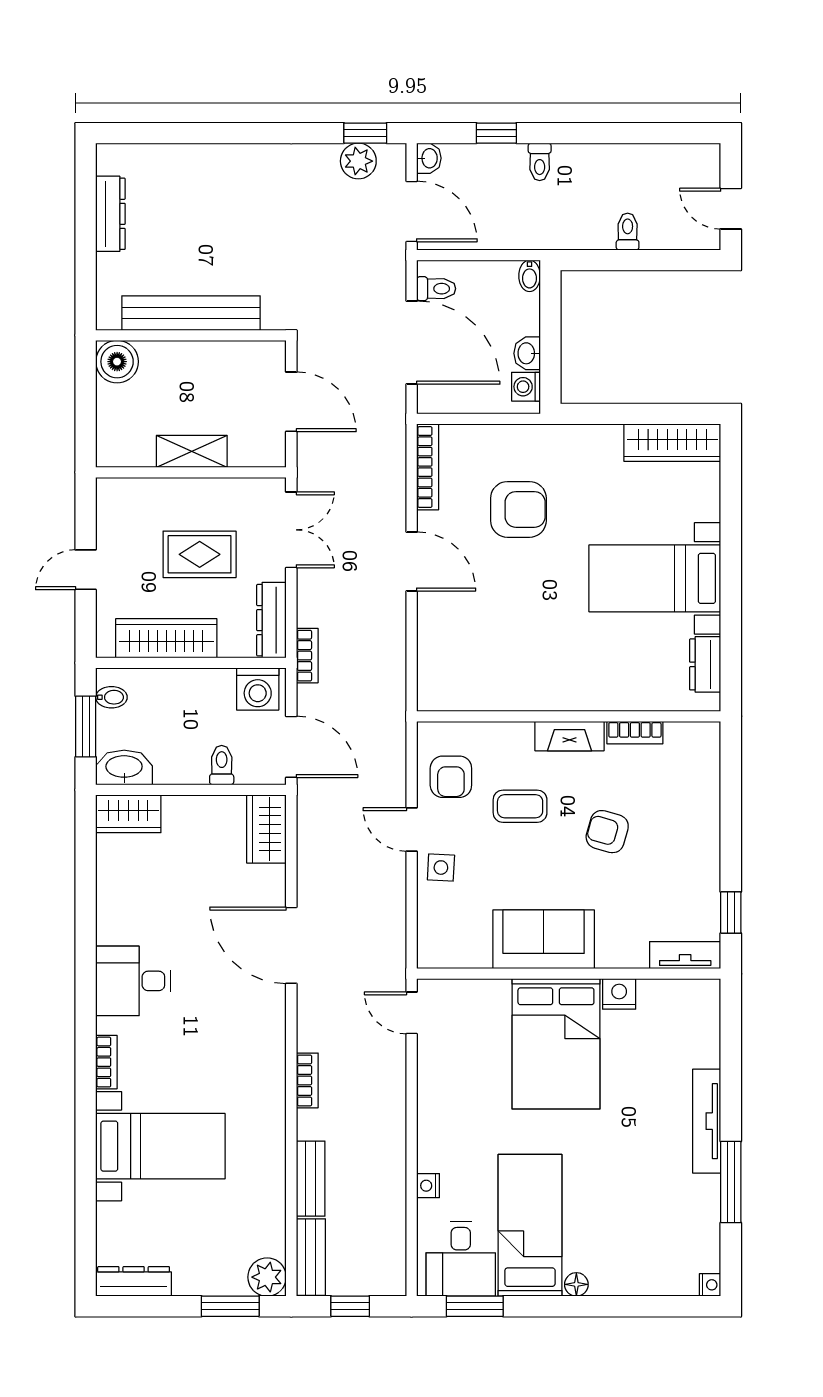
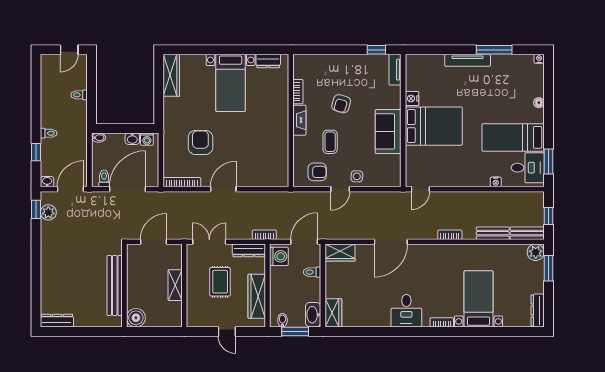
dresser: (110, 214) -> (57, 321), moved
floor lamp: (576, 1284) -> (539, 103), moved

